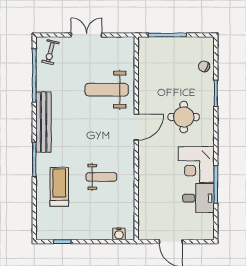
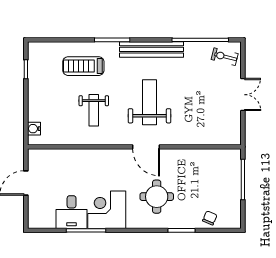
weight bench: (107, 90) -> (150, 102), moved
treadmill: (59, 187) -> (83, 66), turned 180

